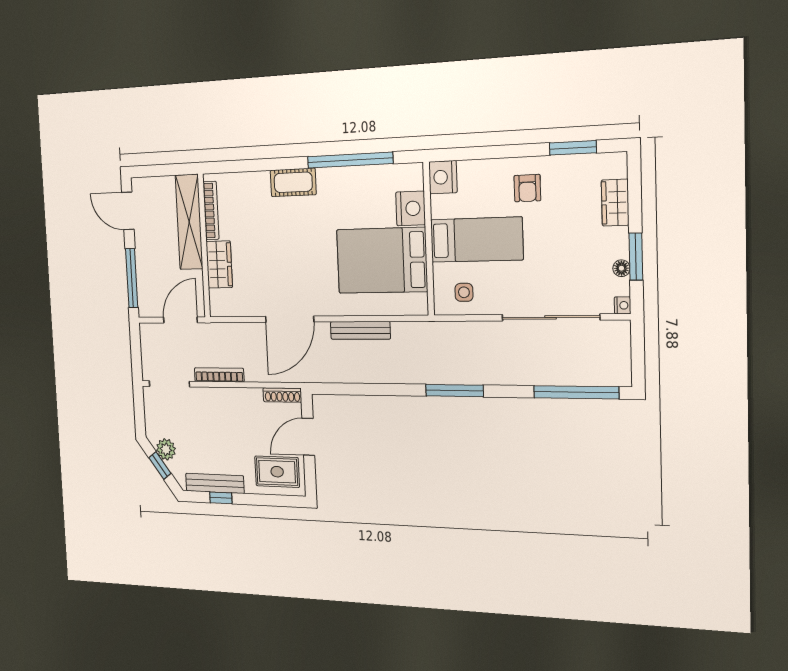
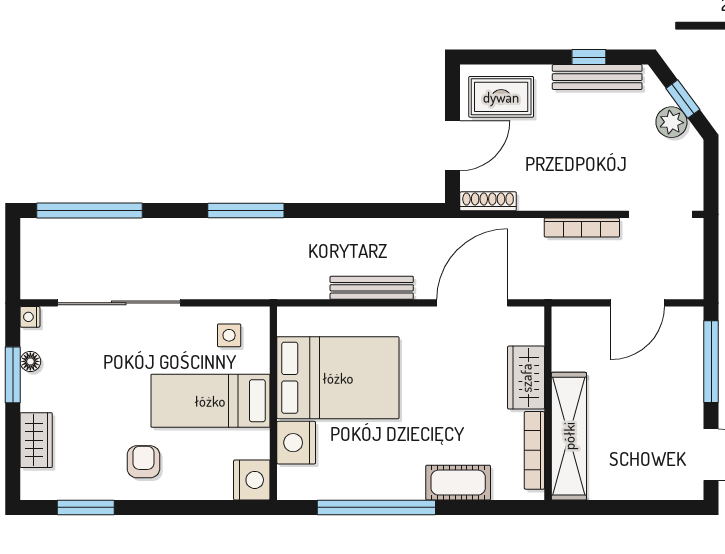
bookcase: (211, 210) -> (534, 450), moved
shelving: (189, 222) -> (569, 436), moved
wall: (204, 246) -> (548, 403), moved
wardrobe: (219, 265) -> (526, 378), moved

